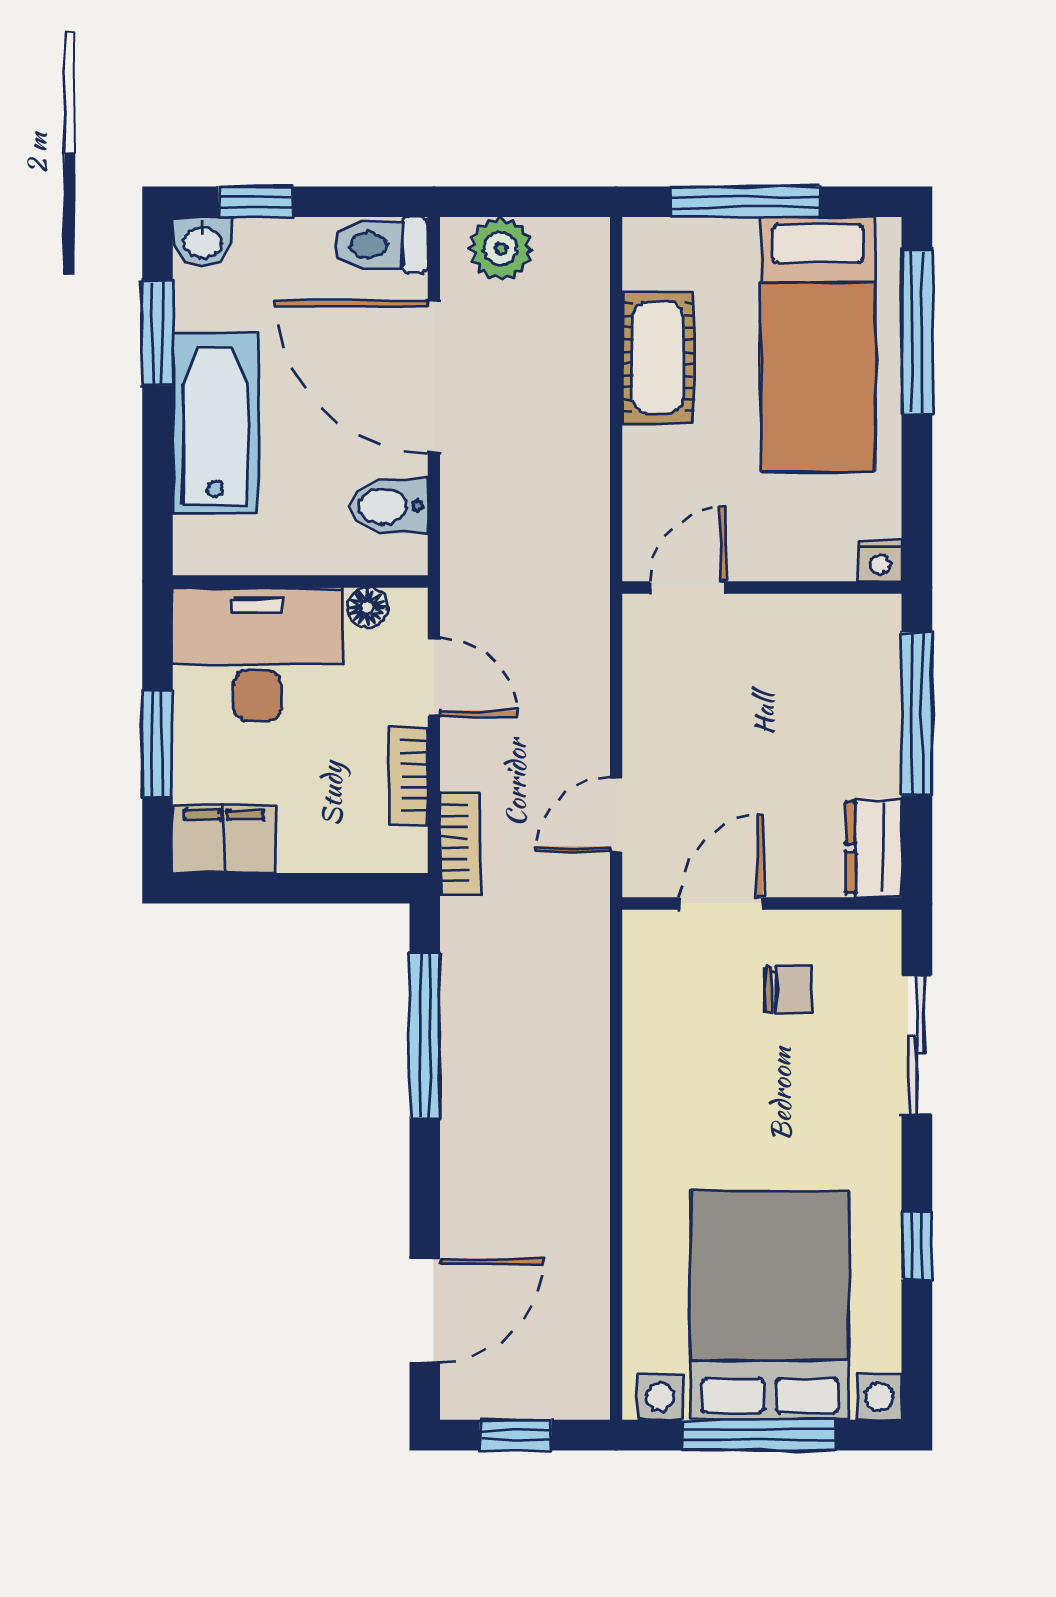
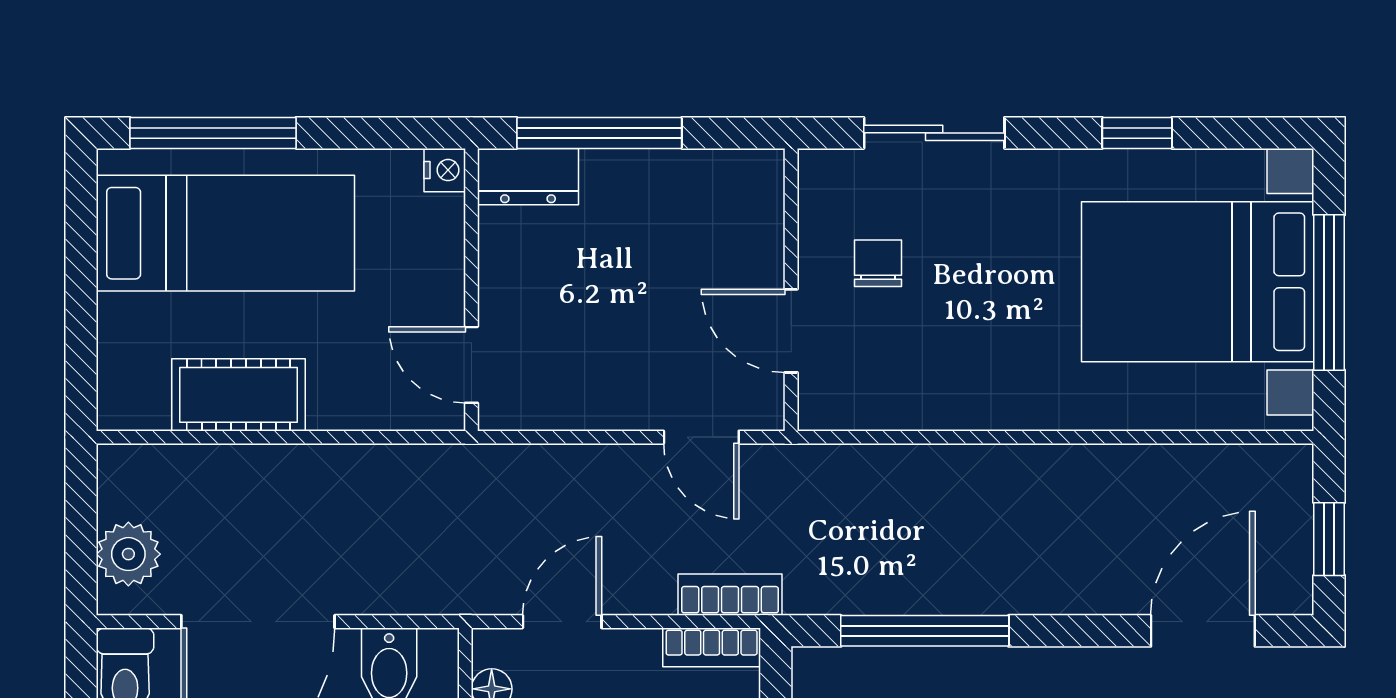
window: (745, 202) -> (81, 307), removed
bookcase: (409, 776) -> (712, 647), moved
dresser: (874, 848) -> (528, 177), moved
door: (425, 1310) -> (1203, 631), hinge flipped

